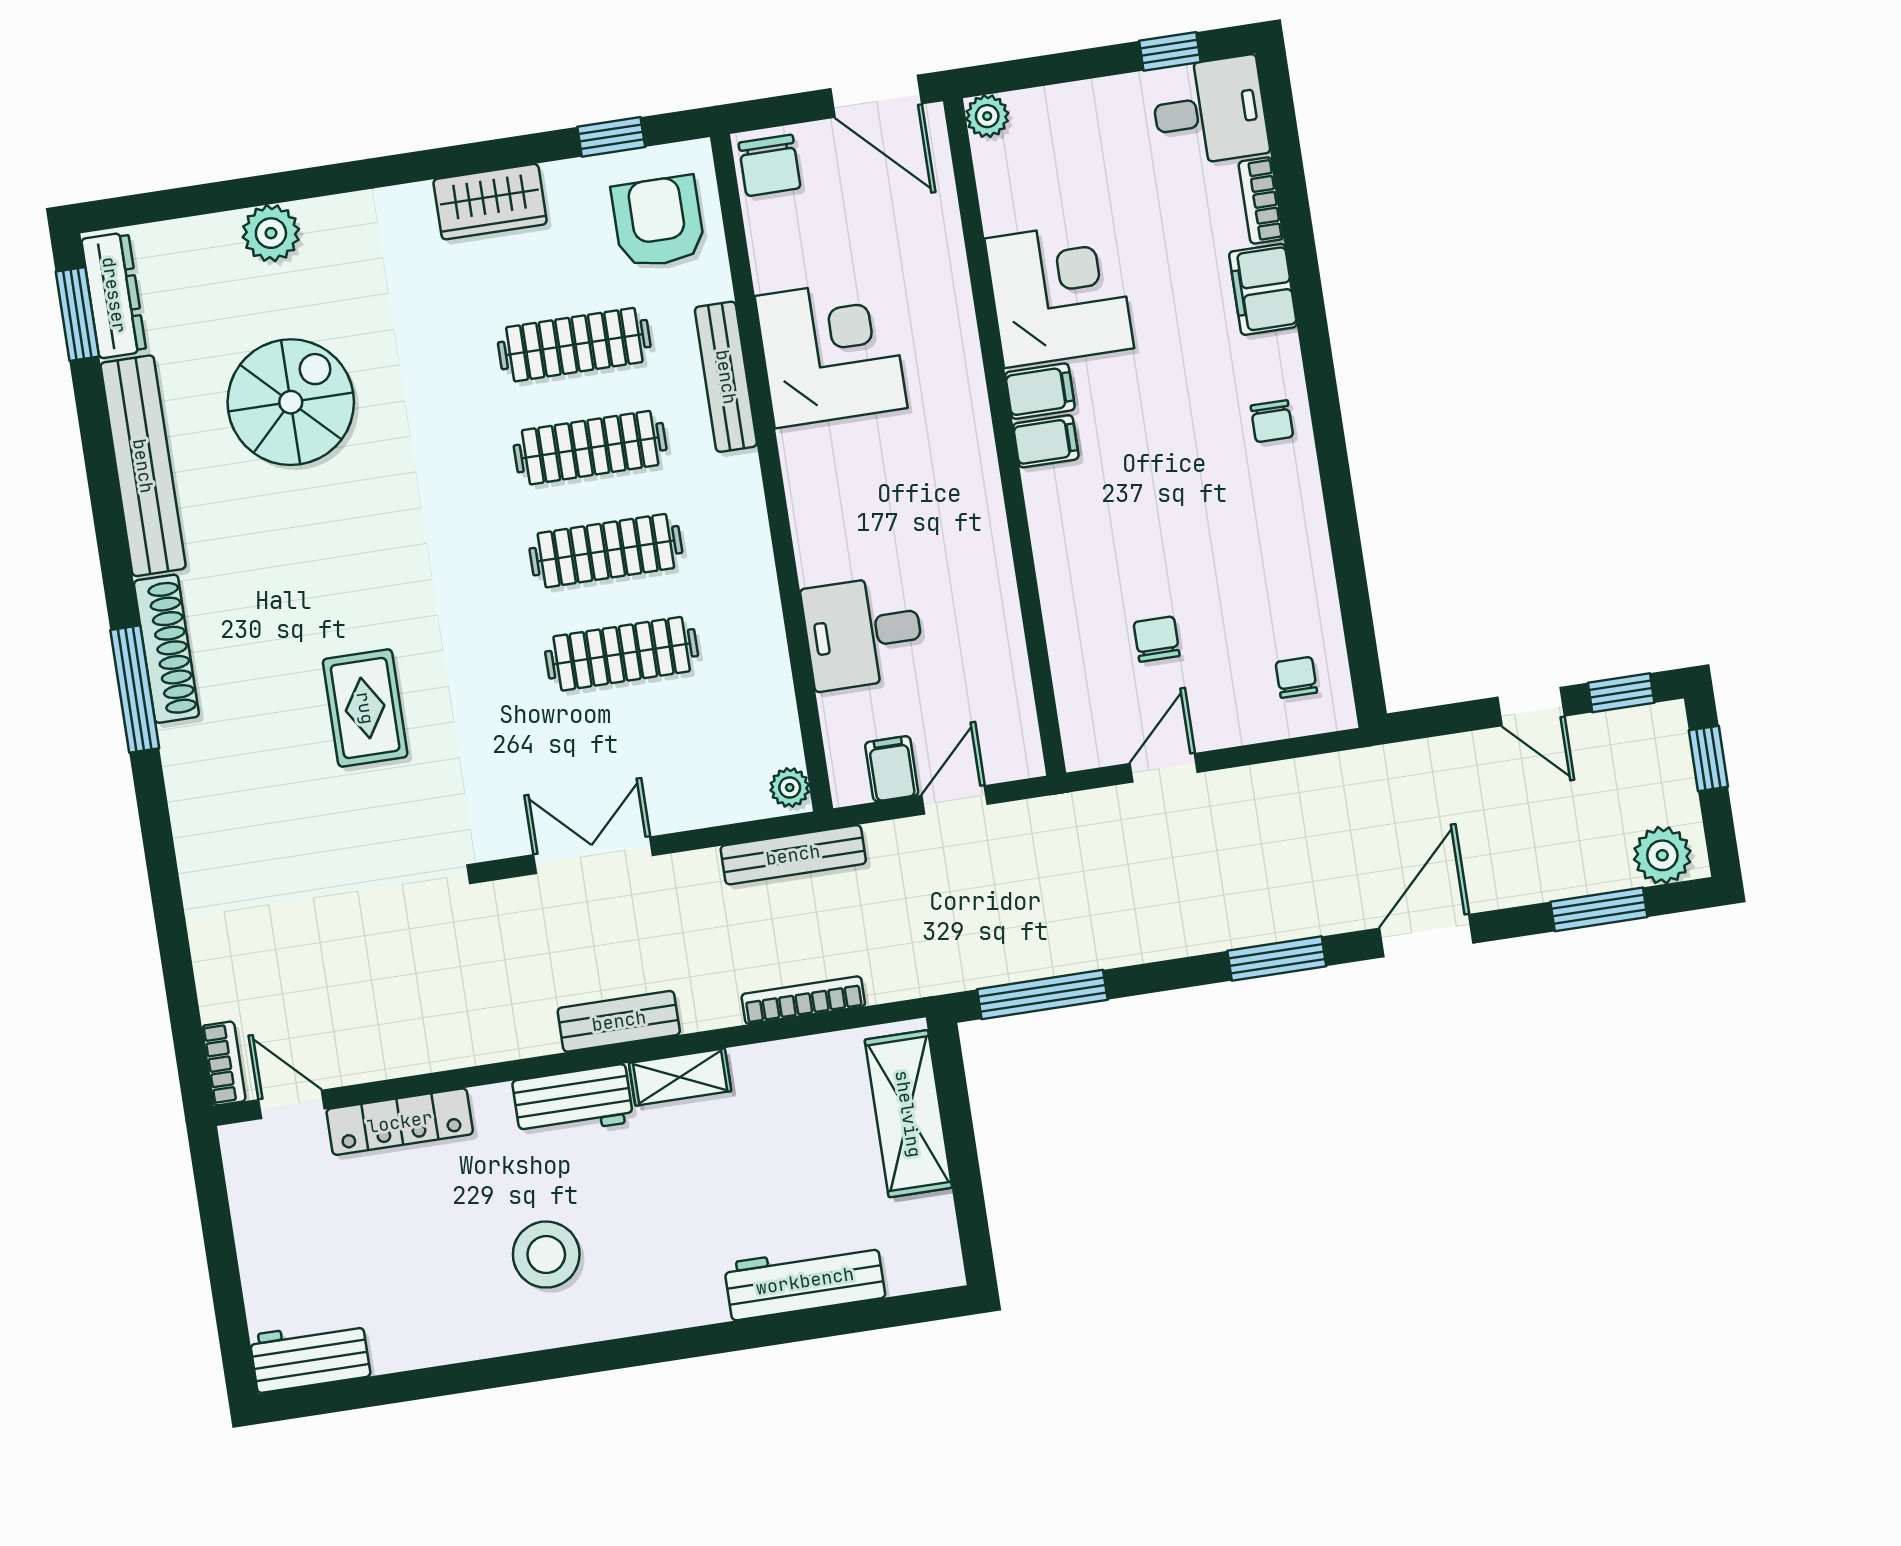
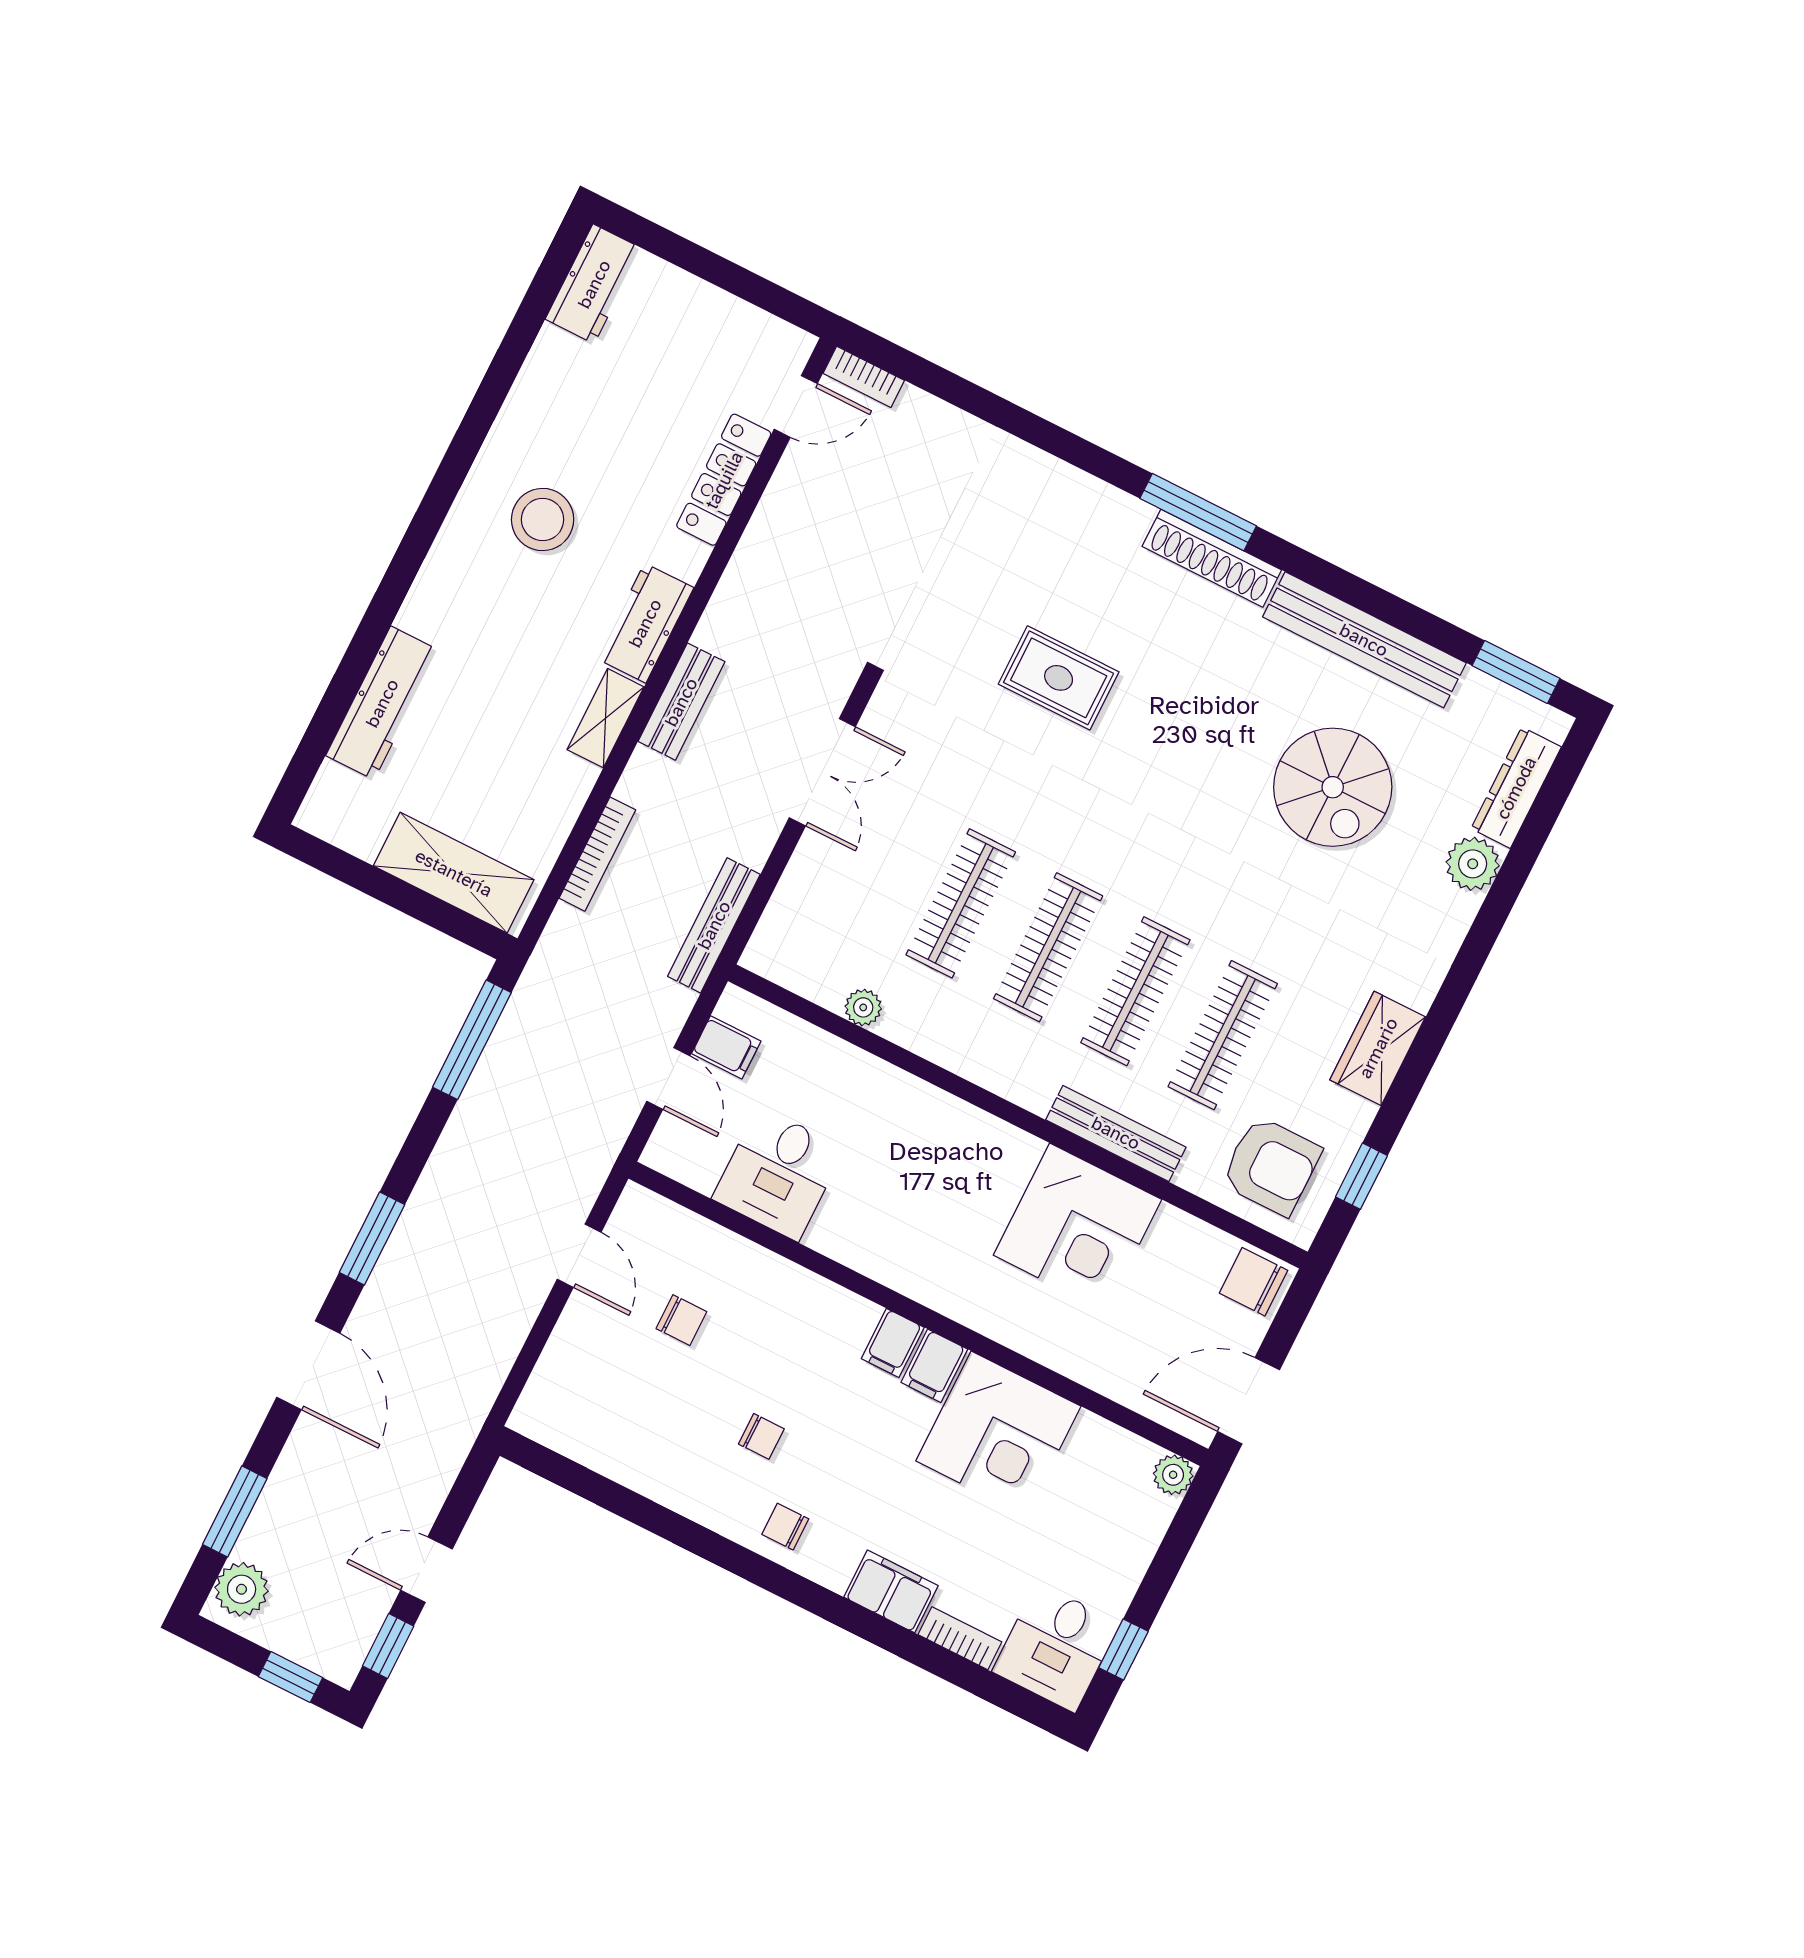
dresser: (114, 295) -> (1516, 788), moved, turned 90
desk: (863, 633) -> (778, 1174), moved, turned 180
chair: (1296, 677) -> (761, 1436), moved
plant: (790, 788) -> (863, 1007), moved

